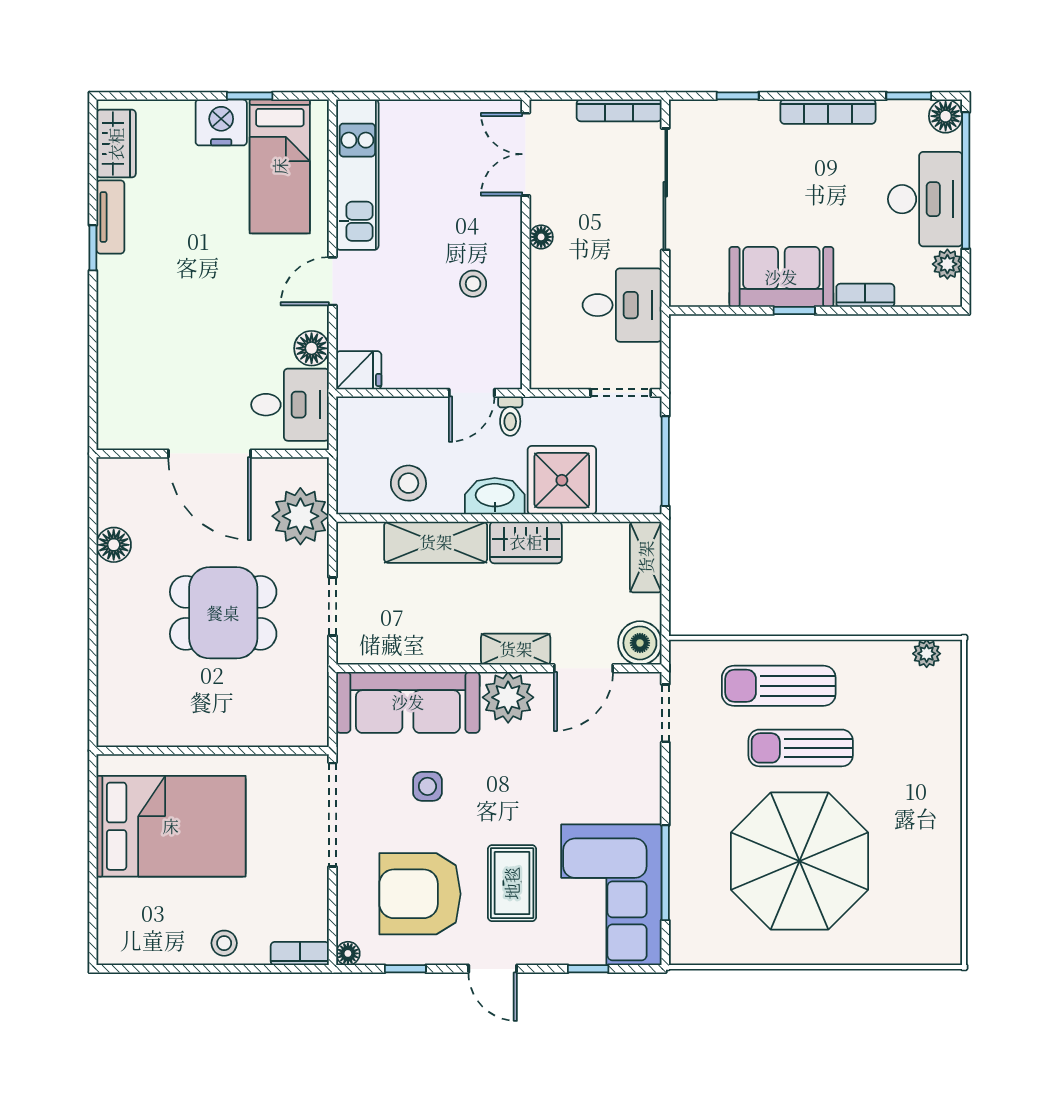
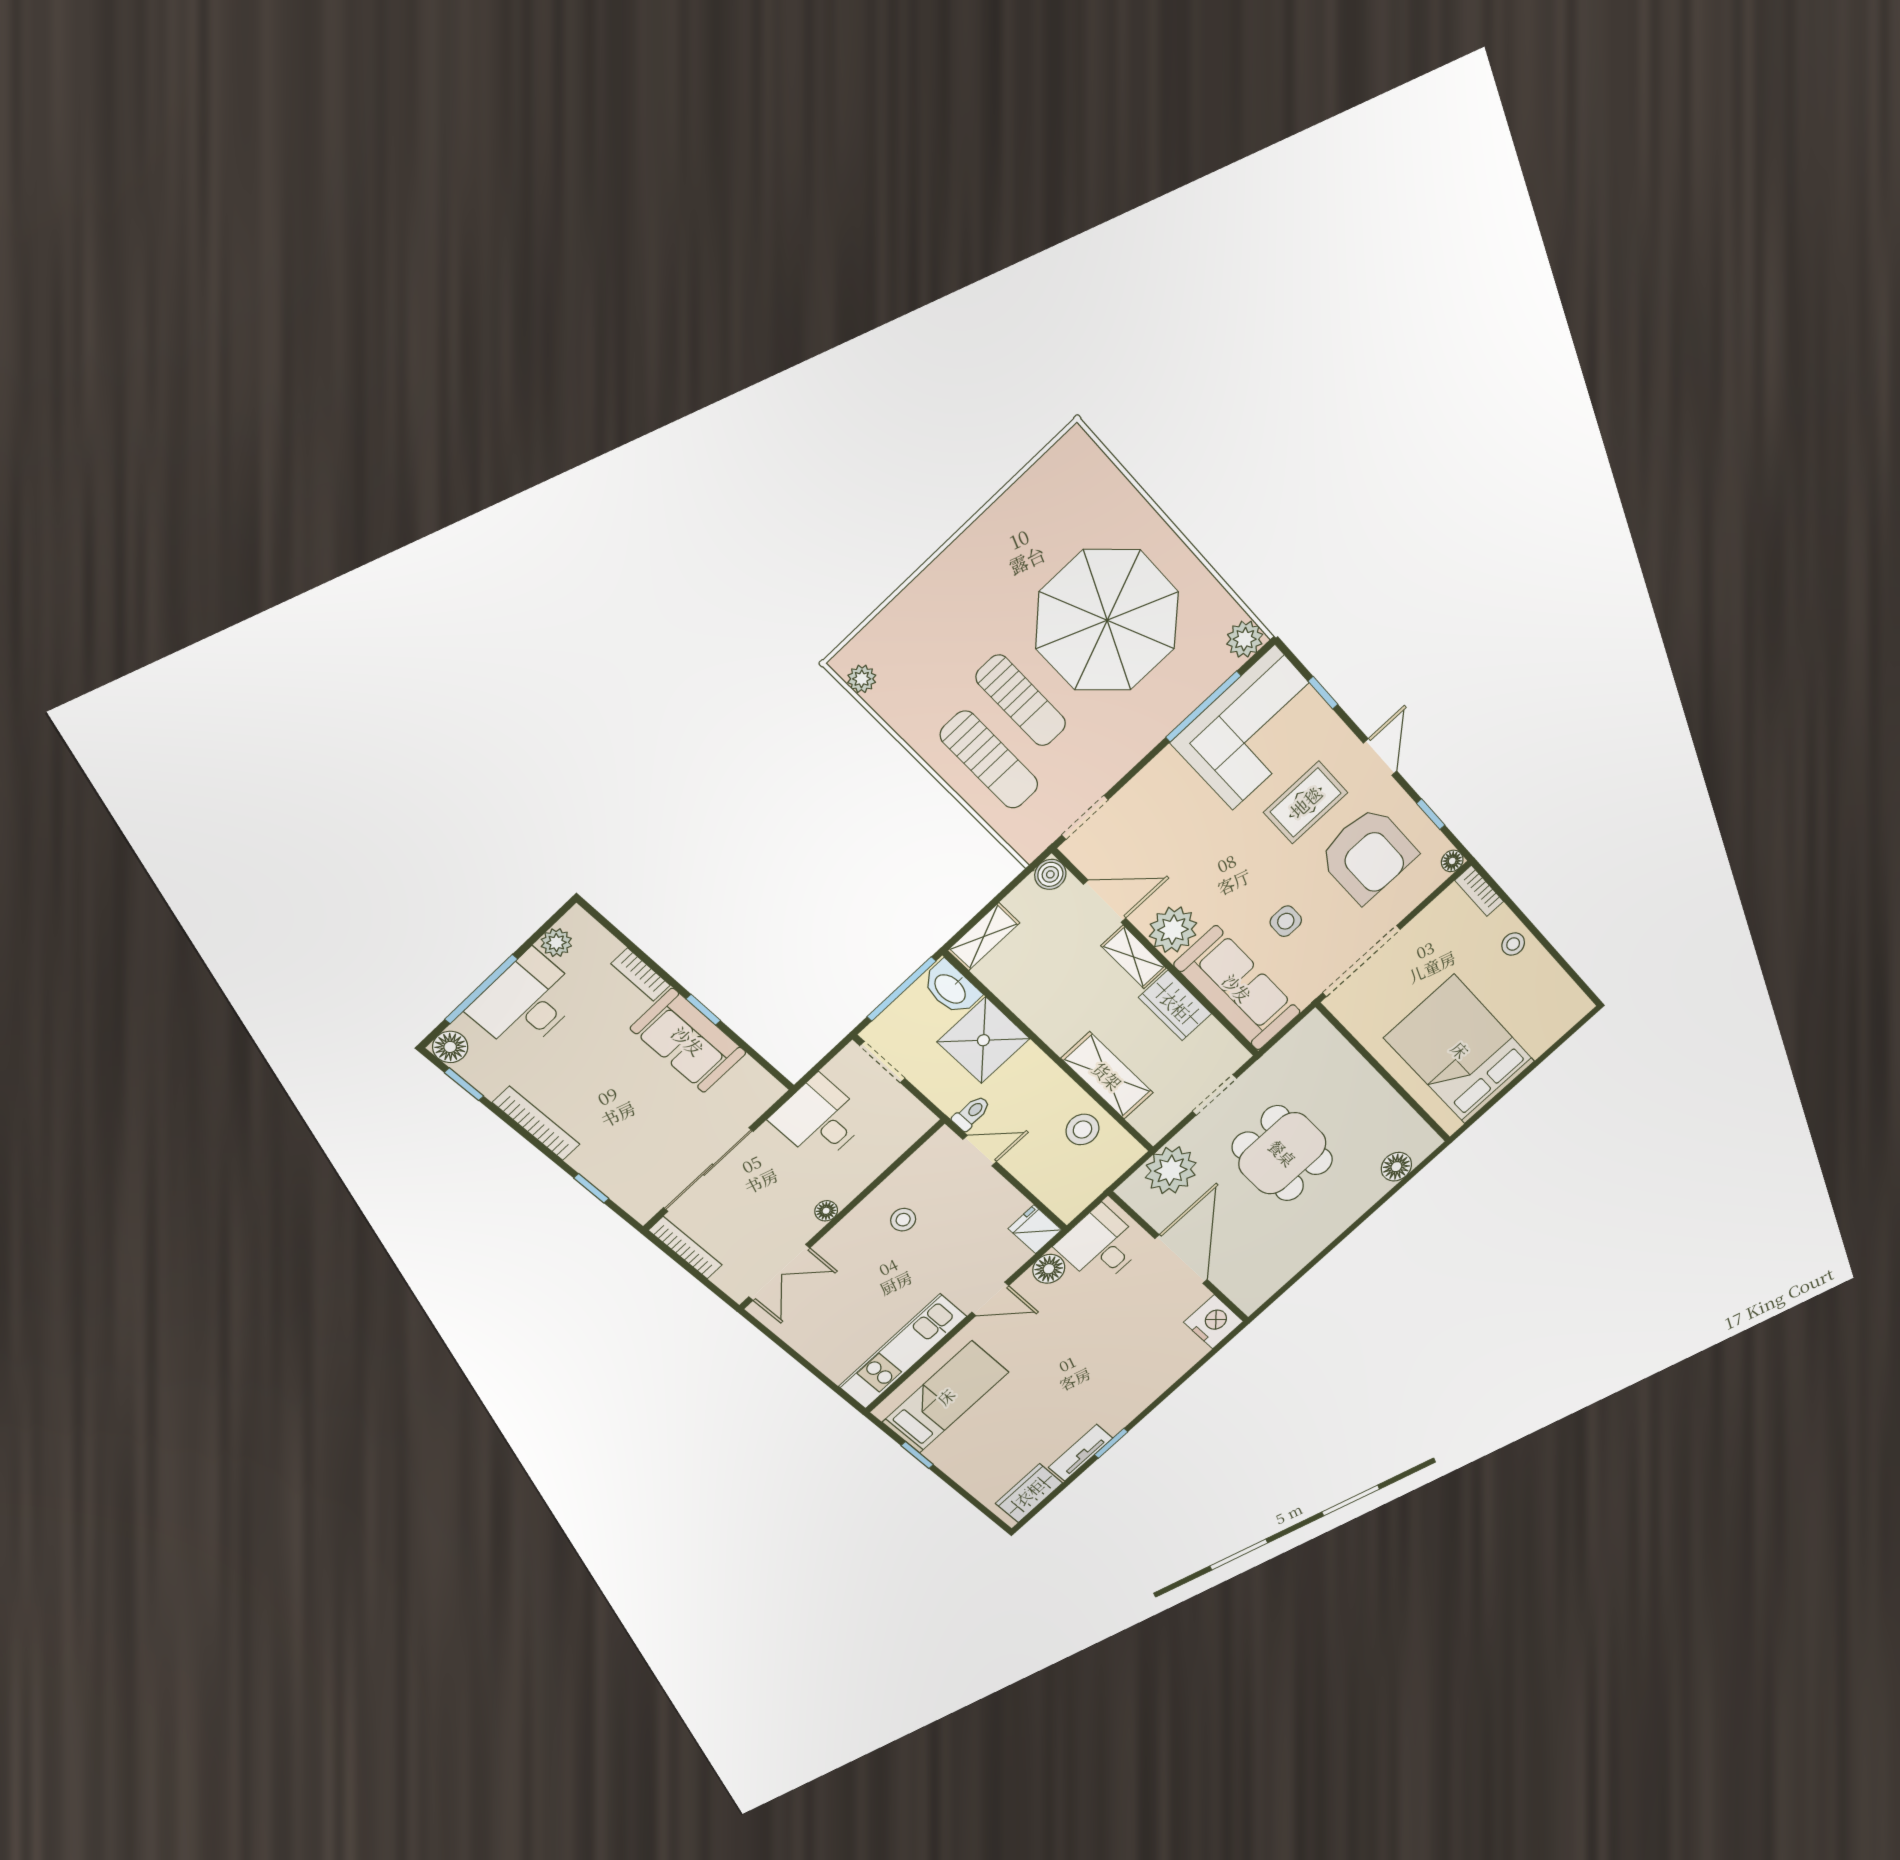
nightstand: (221, 122) -> (1213, 1322), moved, turned 180
window: (966, 180) -> (481, 989), width x0.68
washbasin: (495, 496) -> (951, 988), moved
wardrobe: (526, 542) -> (1175, 1006), moved, turned 180
floor lamp: (114, 545) -> (1396, 1167), moved
boiler: (640, 643) -> (1050, 874), width x0.73, depth x0.73
plant: (688, 947) -> (1245, 639), added

